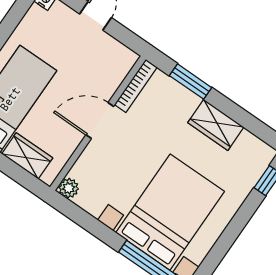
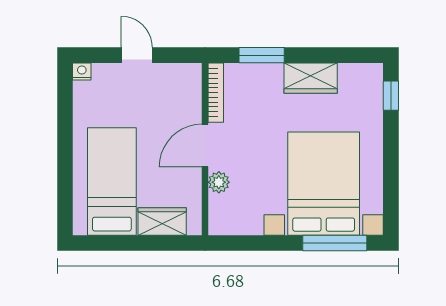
plant: (69, 188) -> (219, 182), moved

